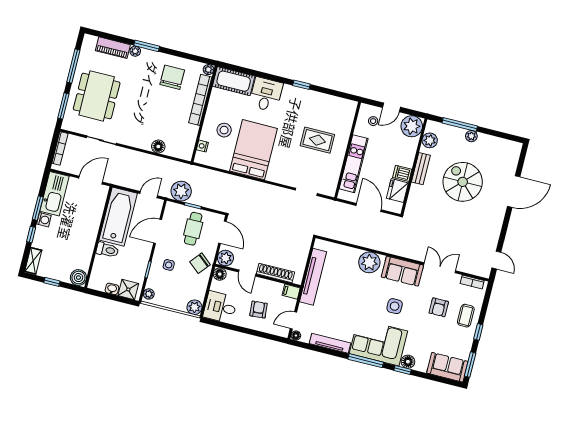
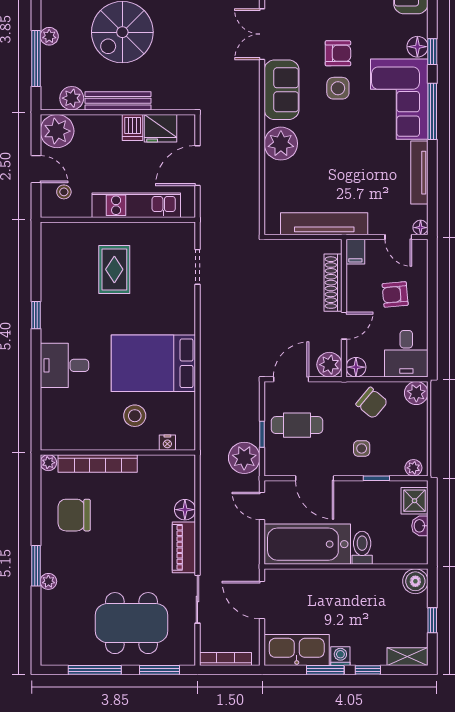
piano: (113, 48) -> (184, 547), moved, turned 180
cot: (234, 81) -> (56, 420), removed
bench: (421, 169) -> (118, 101), width x1.36
chair: (200, 263) -> (372, 403), moved
armchair: (439, 307) -> (338, 53), moved

